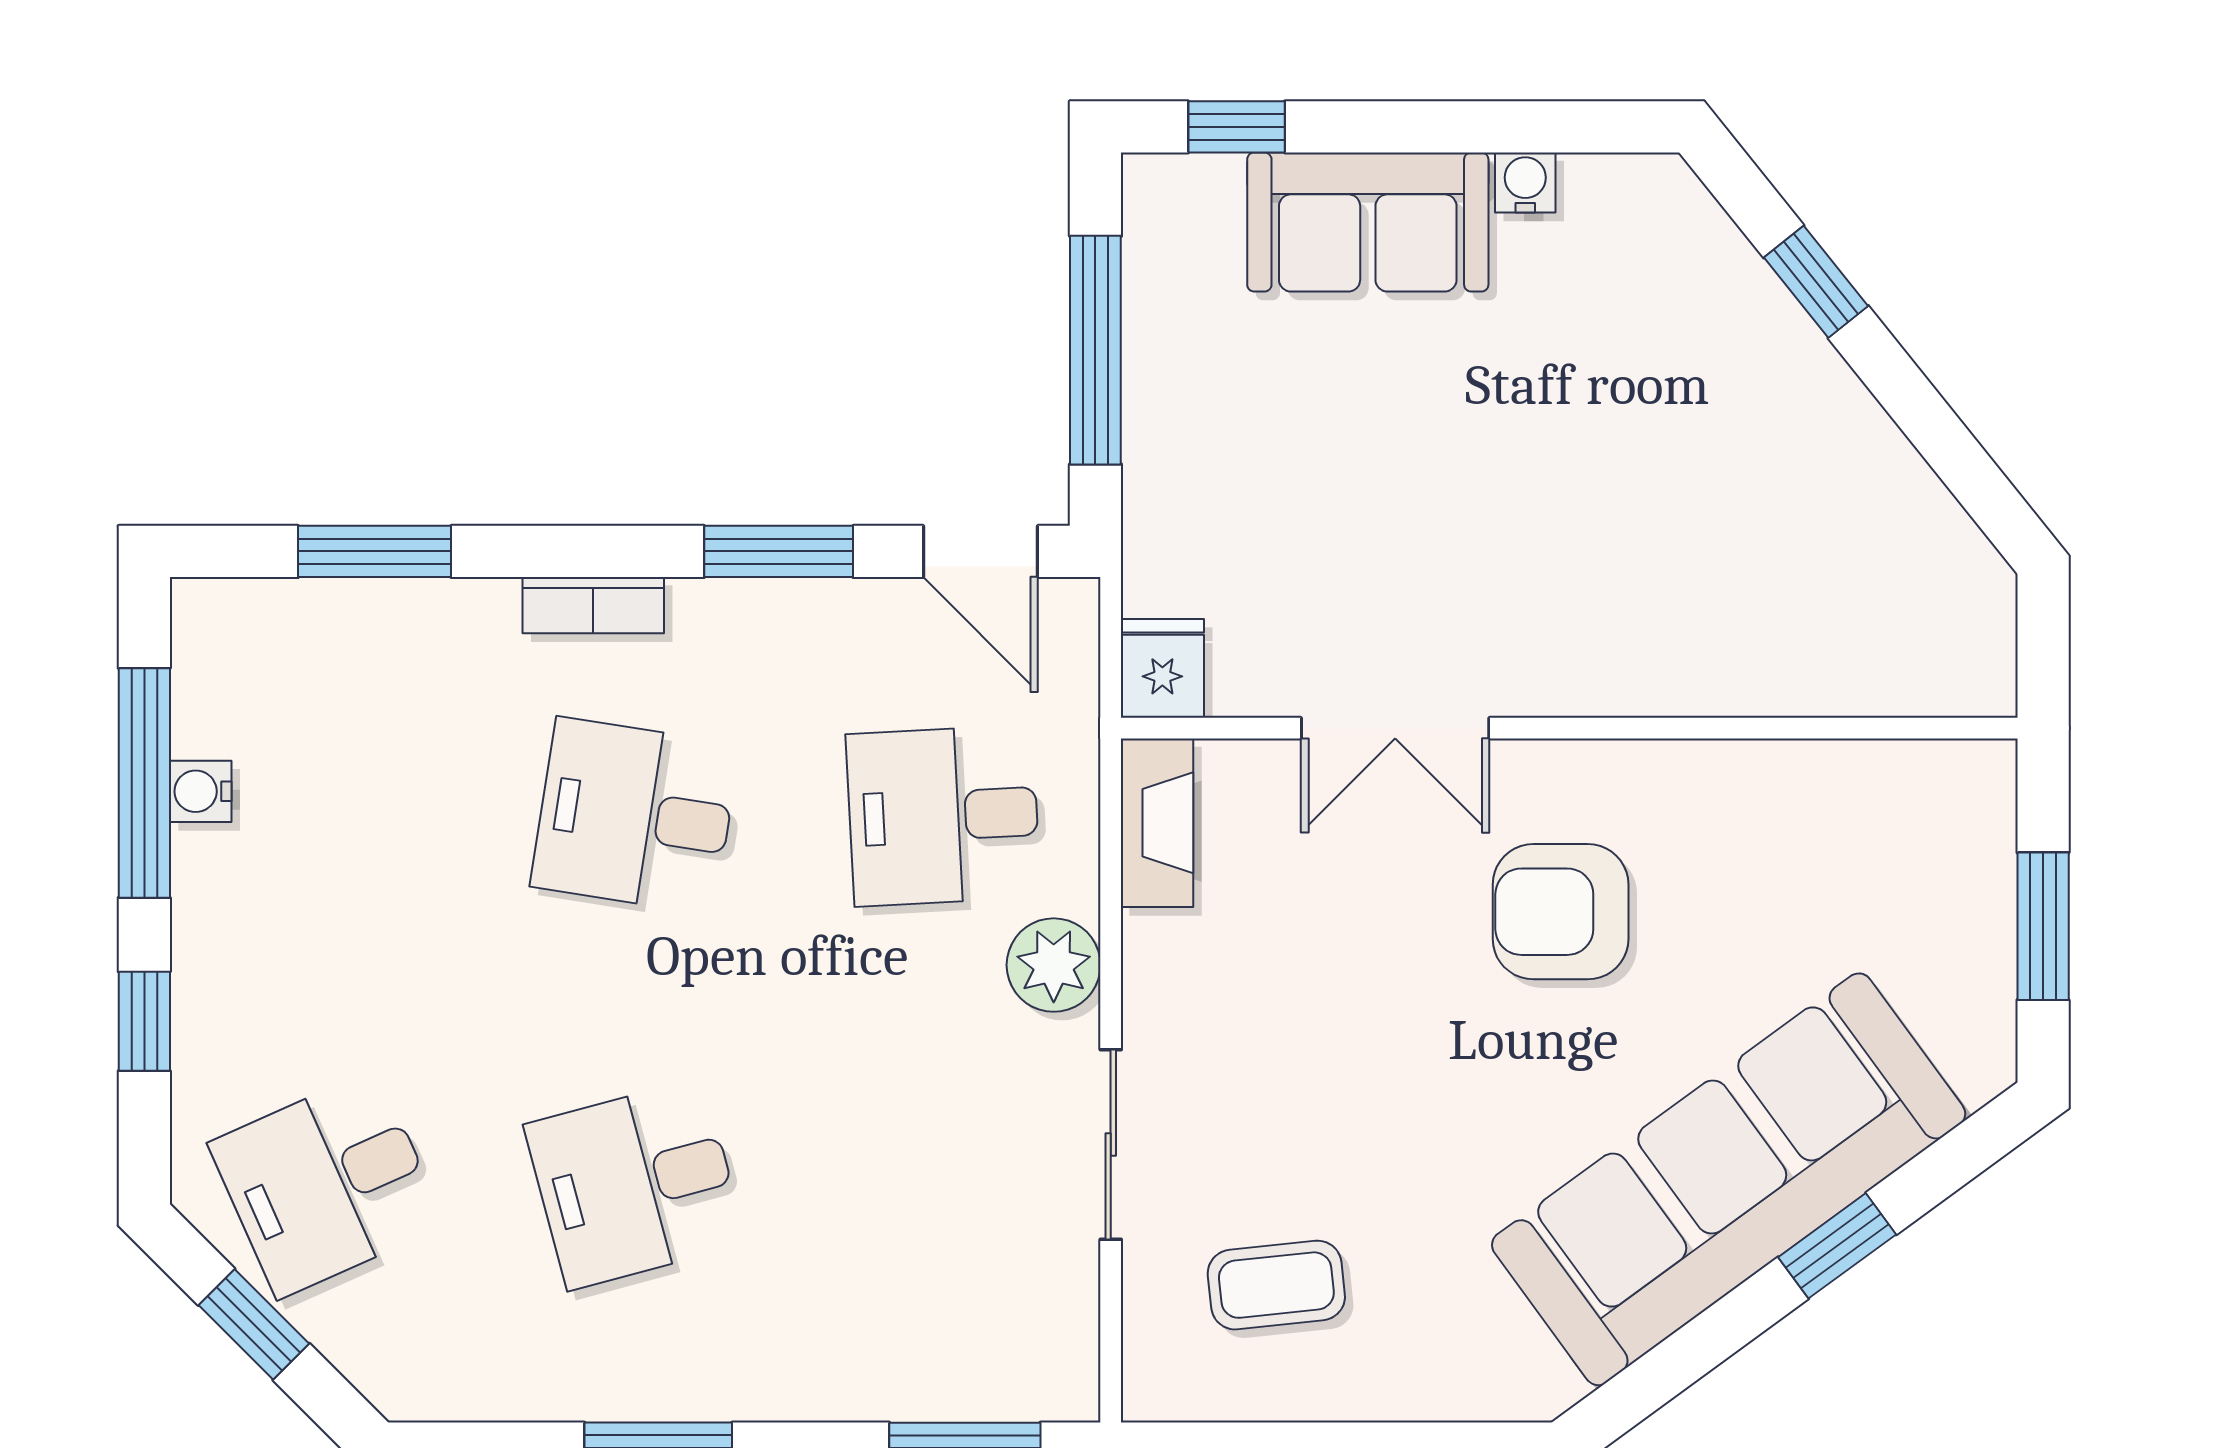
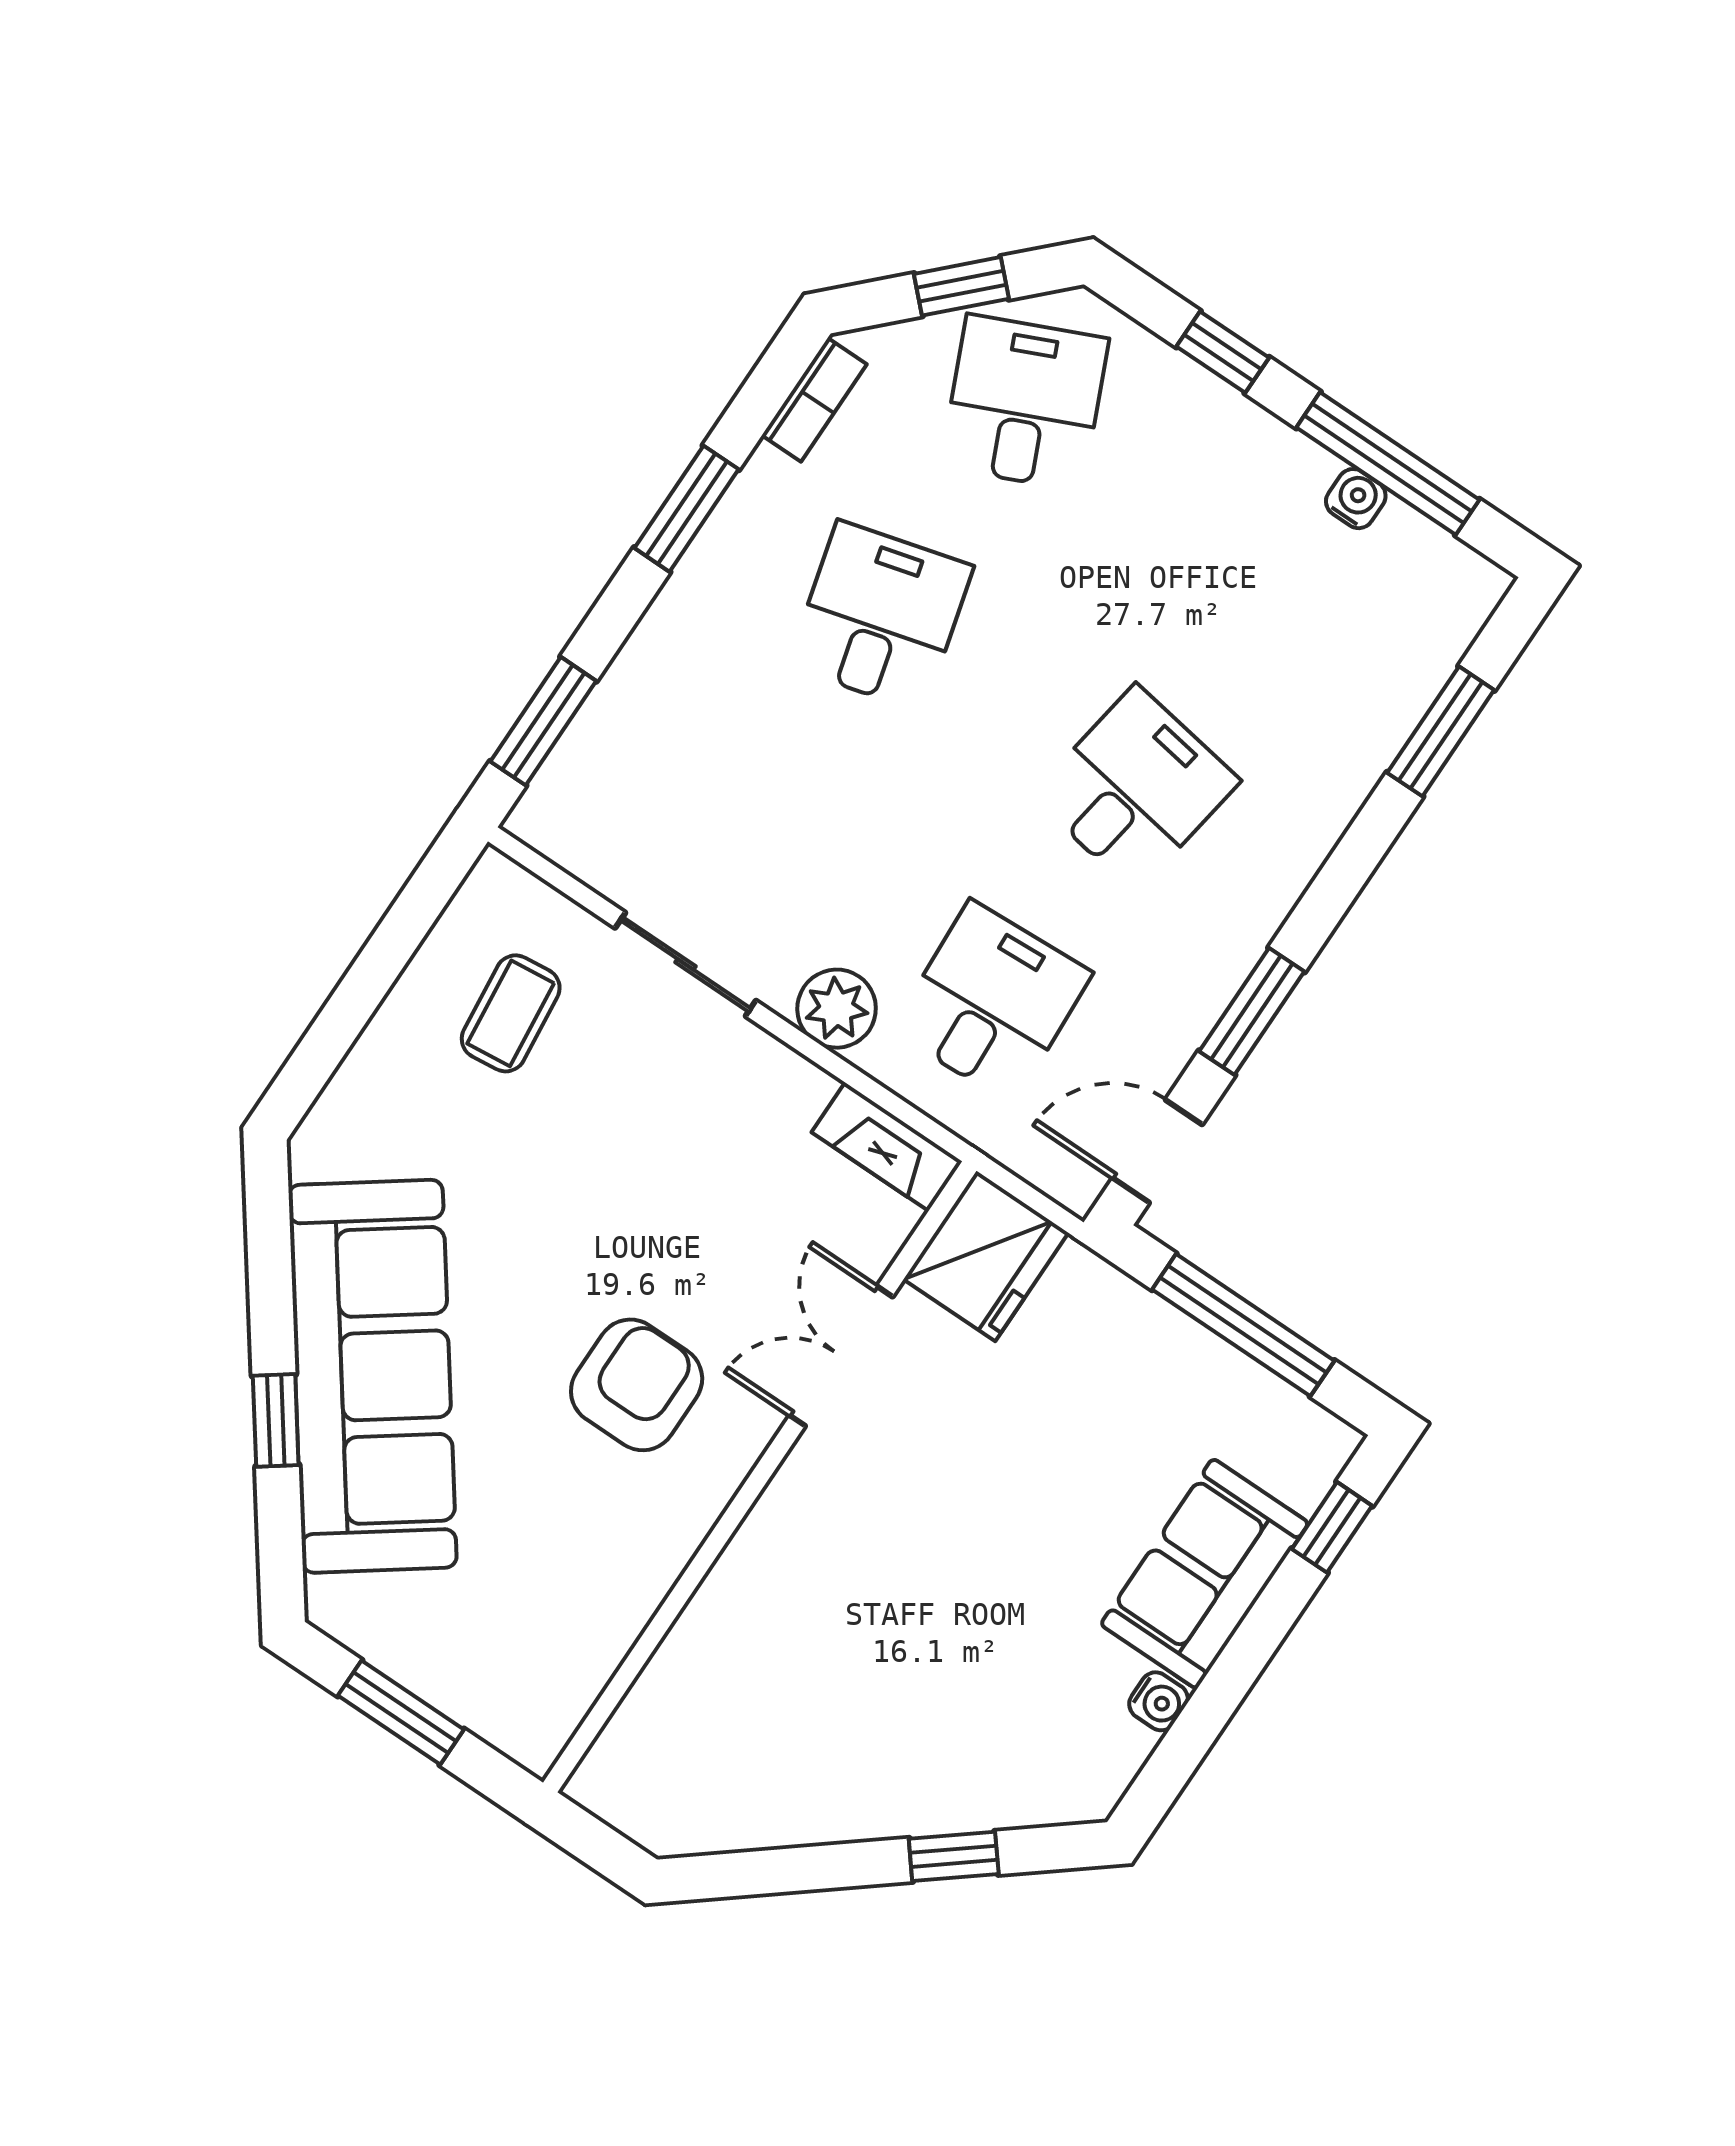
bookcase: (593, 605) -> (814, 400), moved, turned 180
fridge: (1162, 668) -> (986, 1256), width x1.88, depth x1.34

